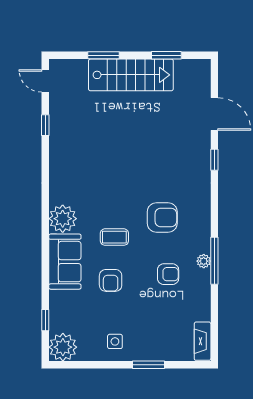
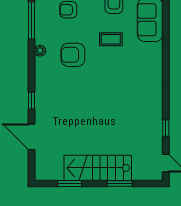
plant: (63, 219) -> (152, 54), removed
plant: (204, 261) -> (40, 51), moved

